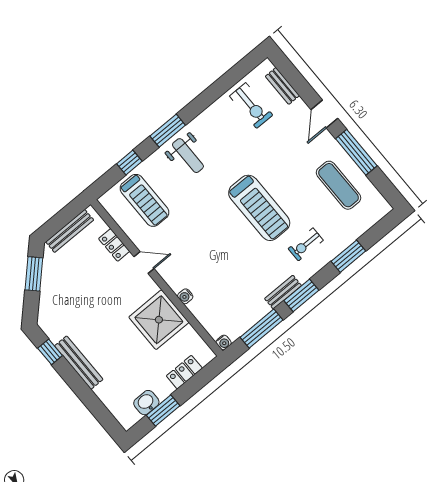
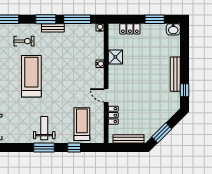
shower: (159, 320) -> (115, 57), width x0.54, depth x0.54
washbasin: (146, 403) -> (173, 29), moved

